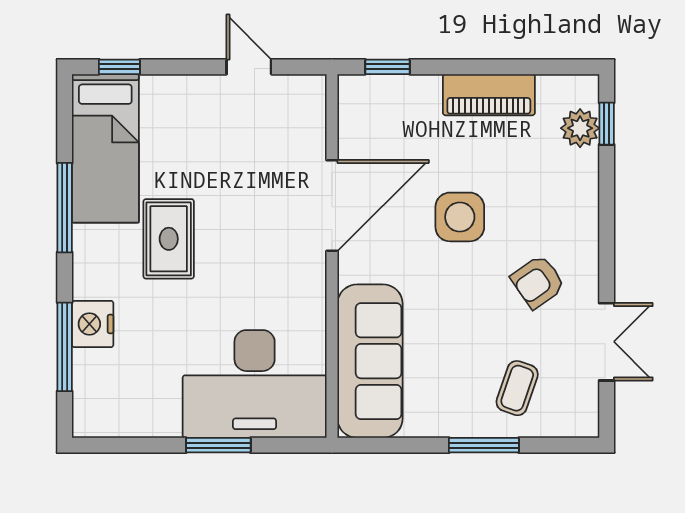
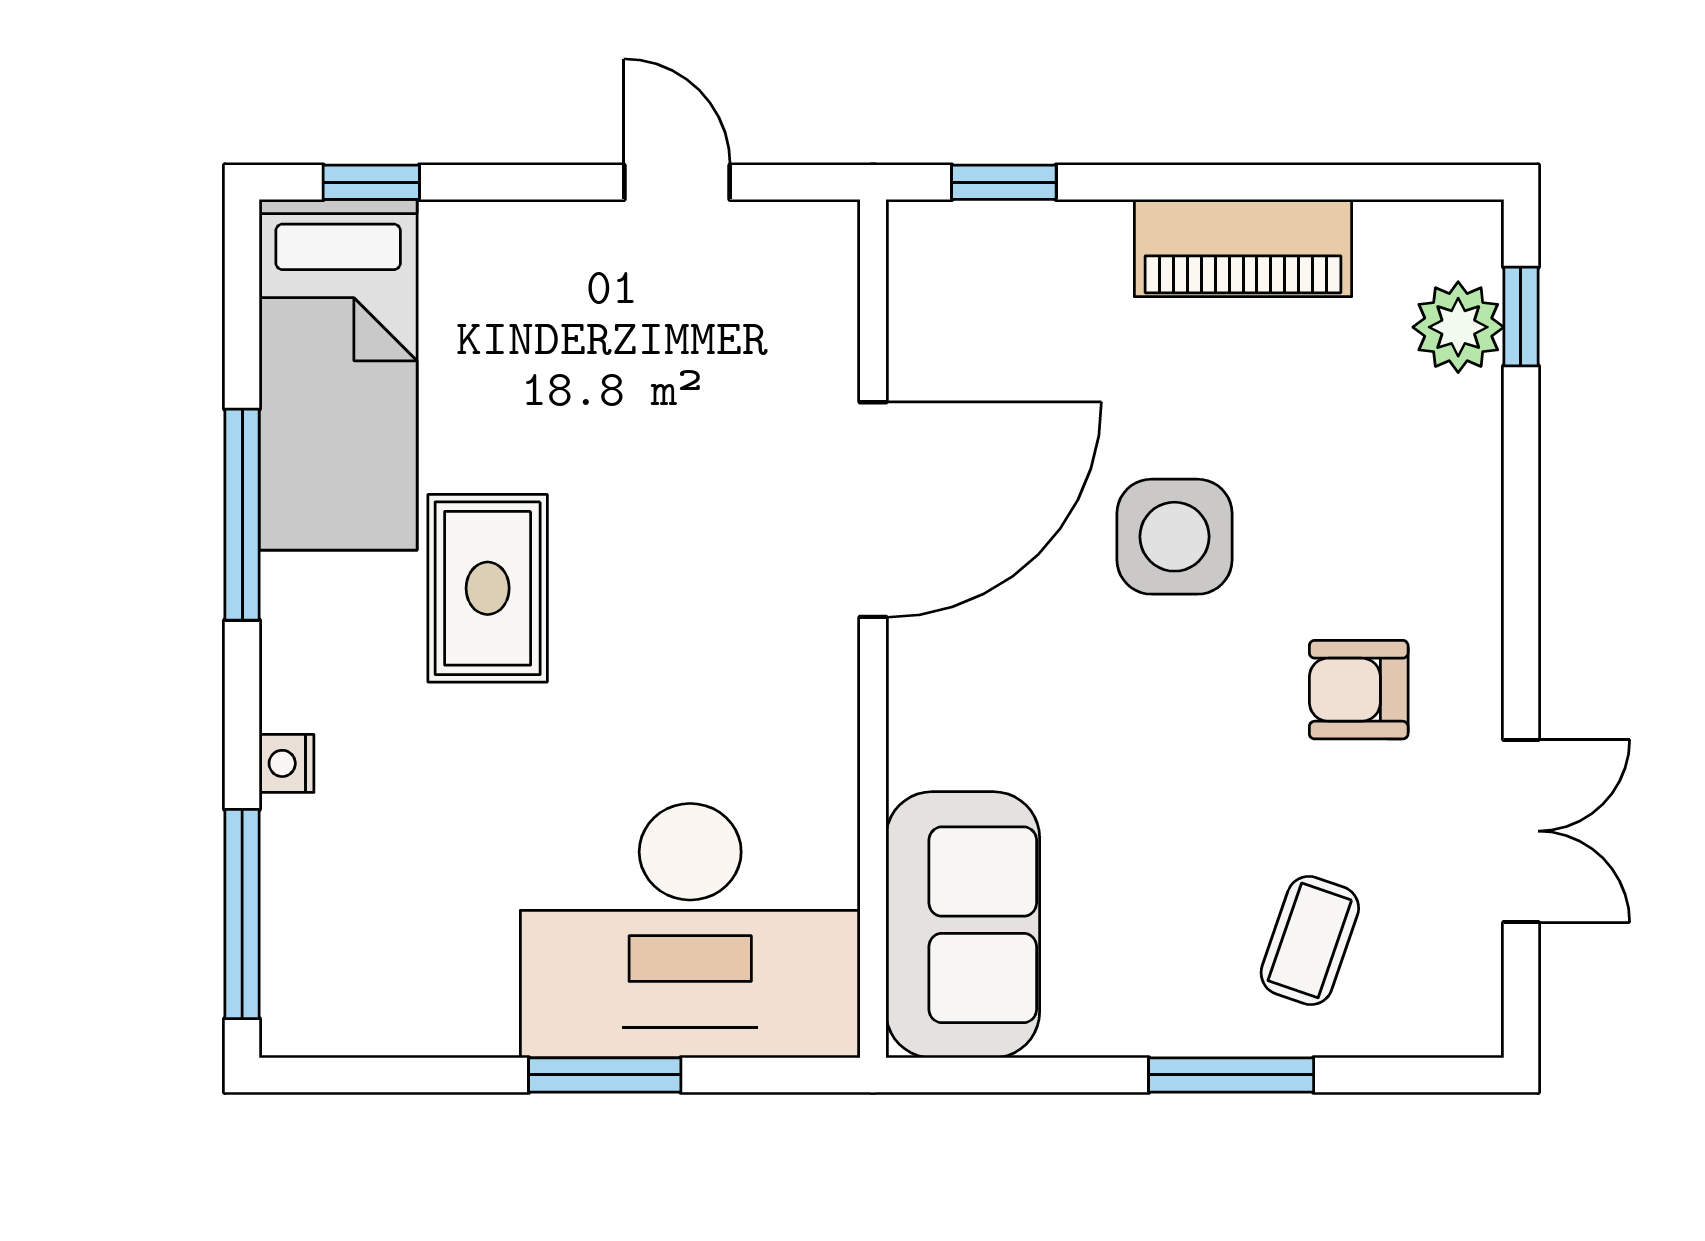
armchair: (538, 282) -> (1359, 690), turned 35
nightstand: (93, 324) -> (287, 763), width x0.53, depth x0.56
window: (65, 347) -> (242, 914), moved
sofa: (370, 361) -> (963, 925), width x0.73

